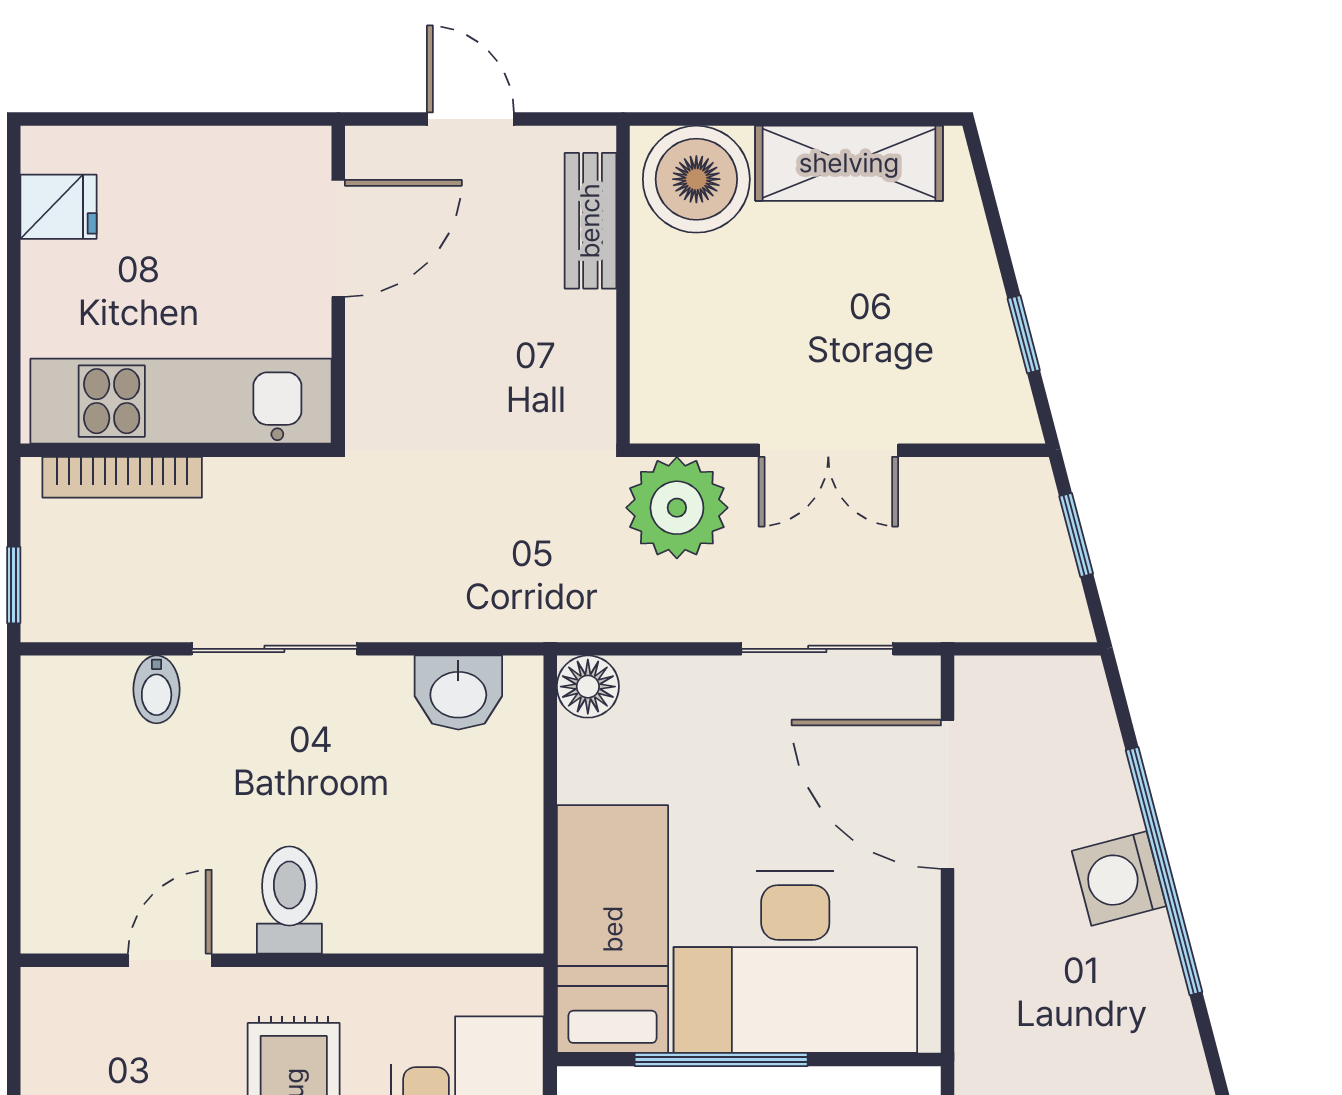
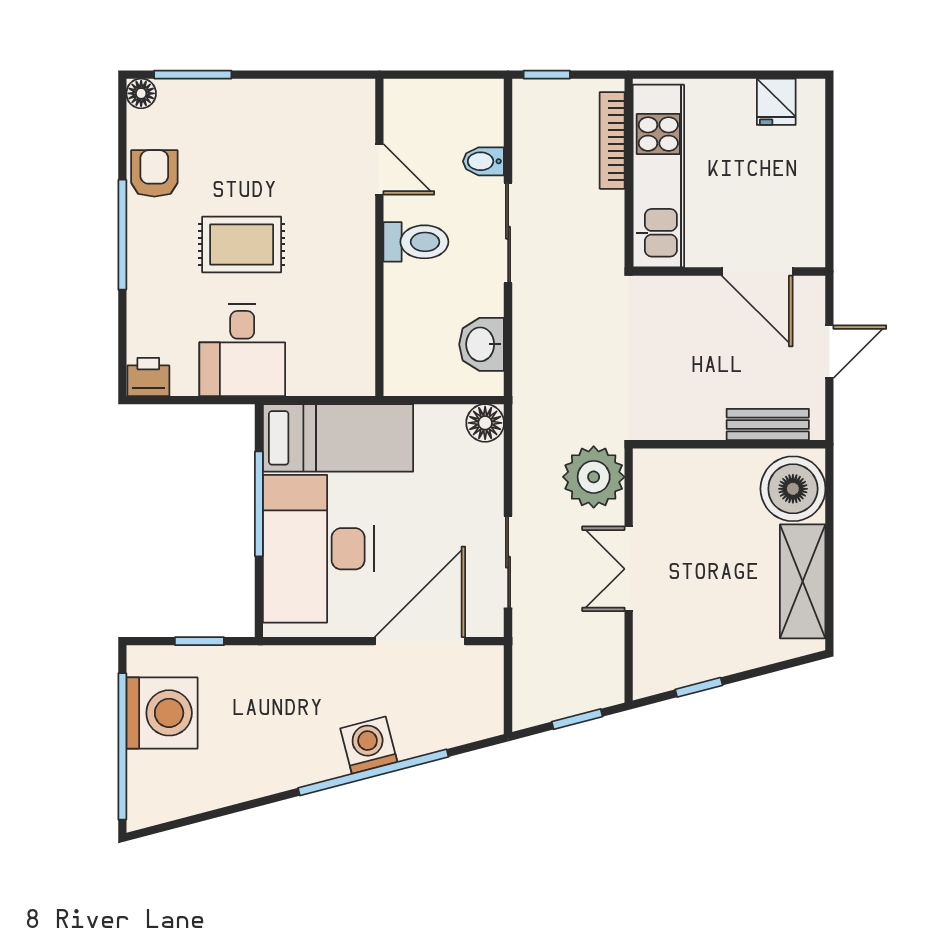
toilet: (289, 900) -> (416, 242), moved
door: (170, 960) -> (379, 169), moved
wall: (282, 960) -> (379, 237), moved

